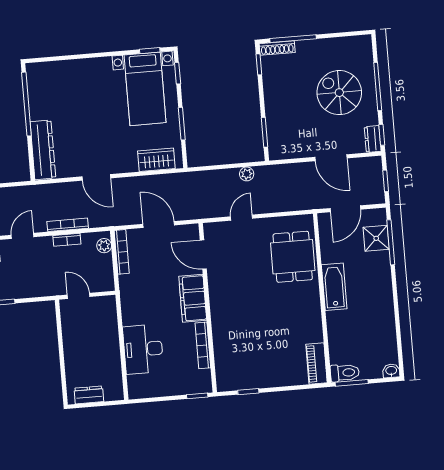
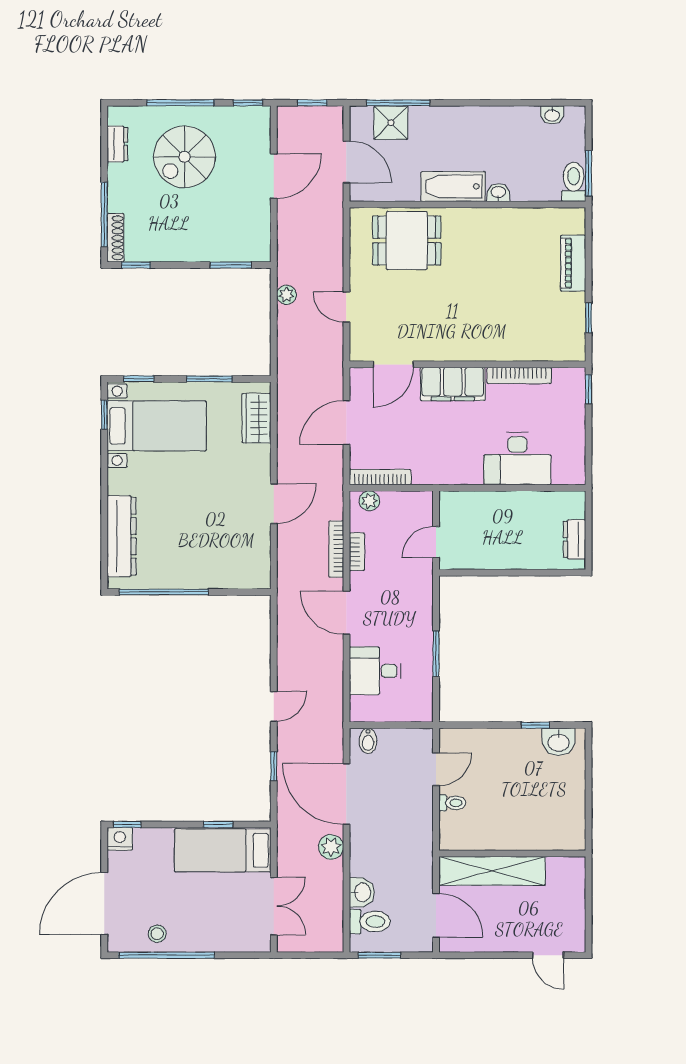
dresser: (373, 139) -> (117, 144), moved, turned -90
dresser: (43, 150) -> (122, 536), moved, turned 90
door: (23, 236) -> (346, 613), width x1.37
washbasin: (333, 319) -> (498, 193), added
piano: (316, 364) -> (573, 263), moved, turned 90
washbasin: (391, 371) -> (552, 115), moved, turned -90

